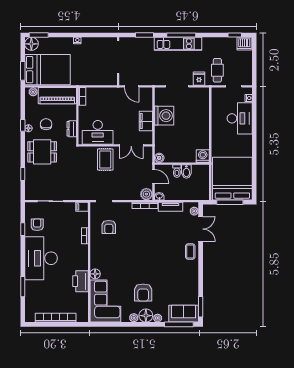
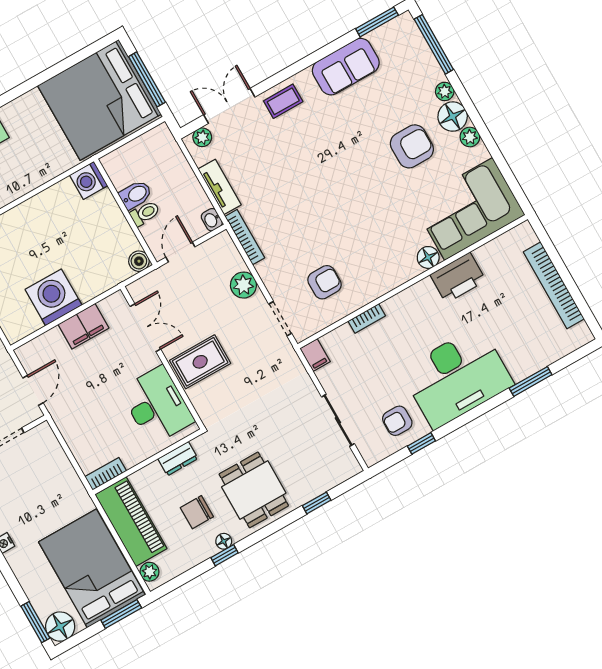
plant: (146, 194) -> (243, 285), moved
sofa: (184, 314) -> (346, 67), moved, turned -90

